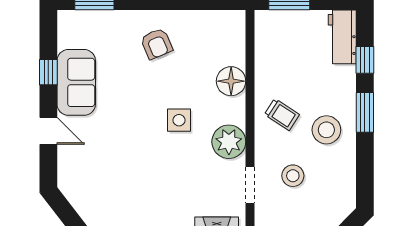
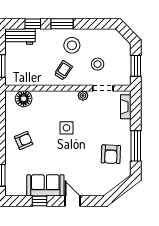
floor lamp: (231, 81) -> (24, 99), moved
door: (48, 131) -> (73, 201), hinge flipped
plant: (229, 142) -> (83, 96), width x0.53, depth x0.53
armchair: (132, 199) -> (111, 154), added

